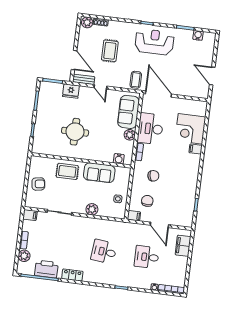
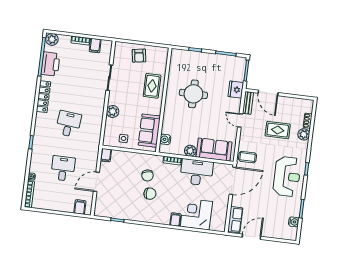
plant: (87, 22) -> (304, 134), moved
door: (74, 60) -> (268, 93), hinge flipped
door: (101, 87) -> (240, 120), hinge flipped
row of seats: (196, 92) -> (235, 220), added
sofa: (99, 173) -> (149, 131), moved
chair: (147, 201) -> (150, 194), moved
filing cabinet: (30, 215) -> (95, 46), moved
filing cabinet: (183, 246) -> (80, 207), width x0.50
plant: (24, 256) -> (52, 39), moved
locker: (72, 275) -> (43, 97), width x1.53

